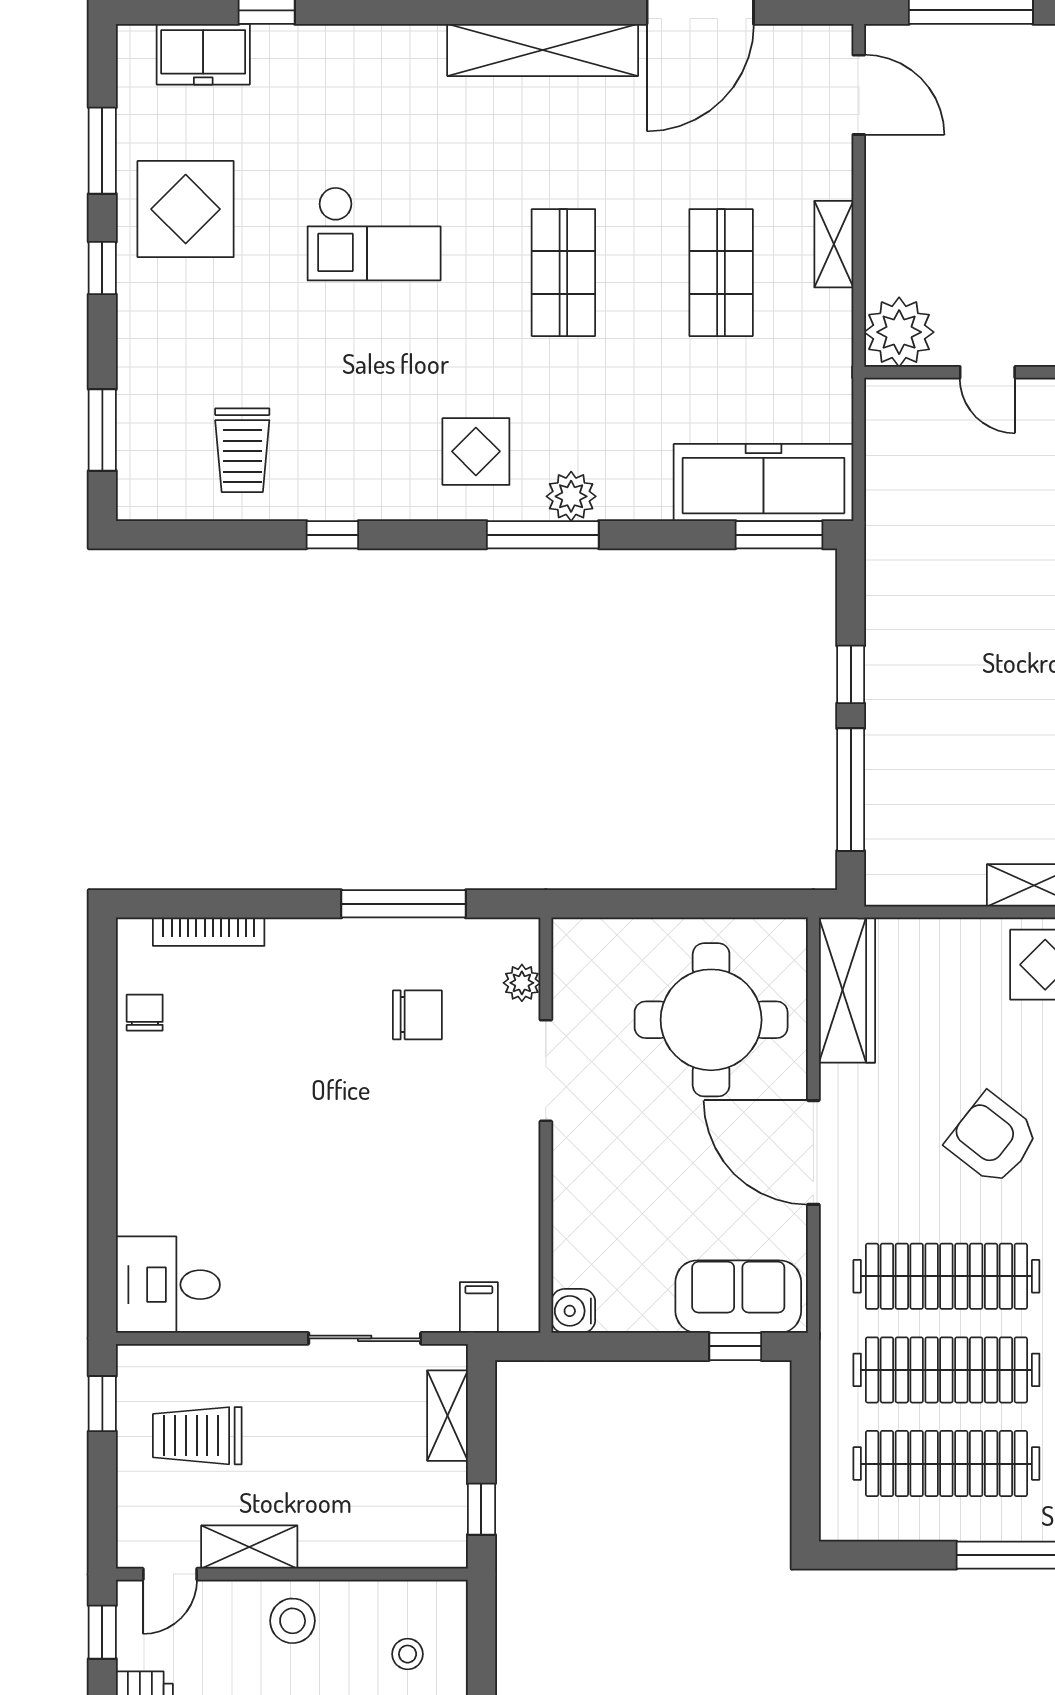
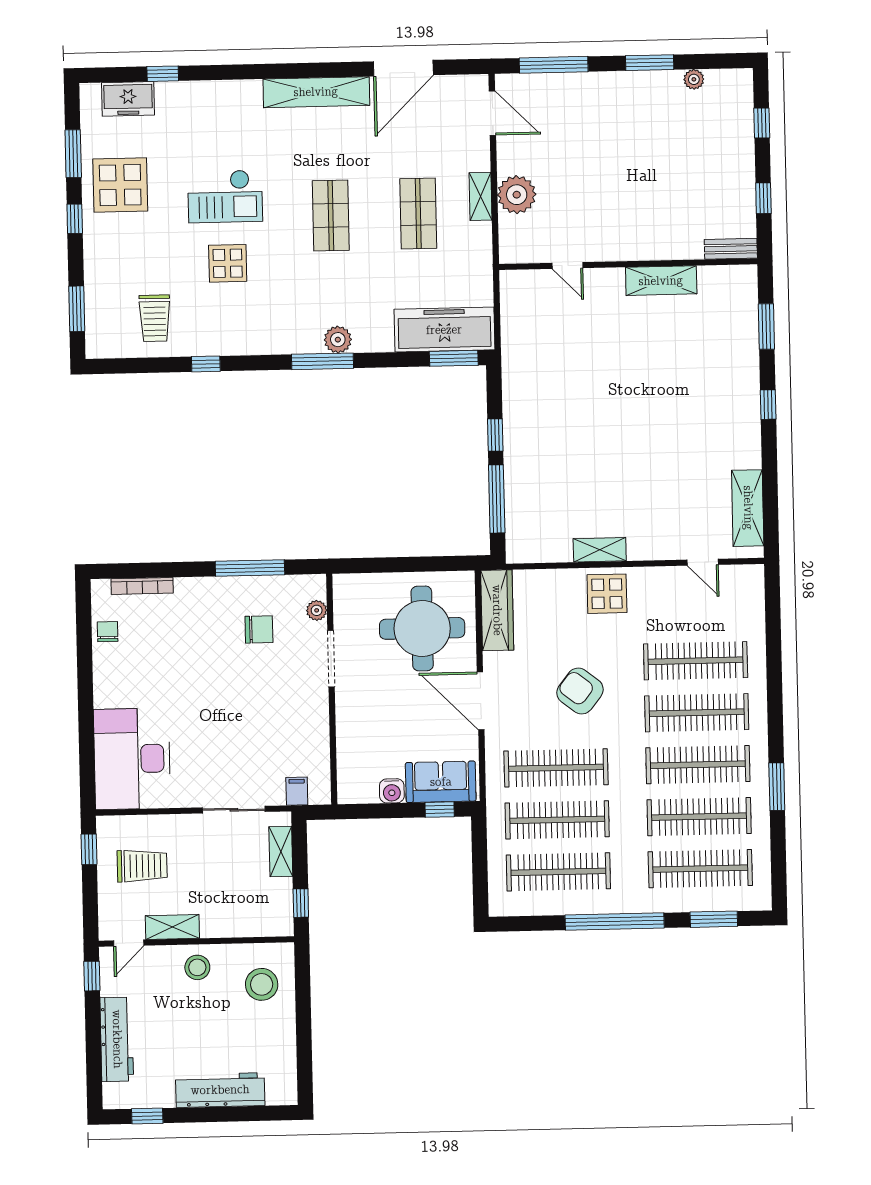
plant: (899, 332) -> (517, 195), moved
display table: (476, 451) -> (228, 263), moved
desk: (168, 1285) -> (132, 759), width x1.87, depth x1.30
water cooler: (573, 1311) -> (392, 791), moved, turned -90
trolley: (197, 1436) -> (142, 866), turned 180
stool: (408, 1654) -> (262, 984), width x1.89, depth x1.89

